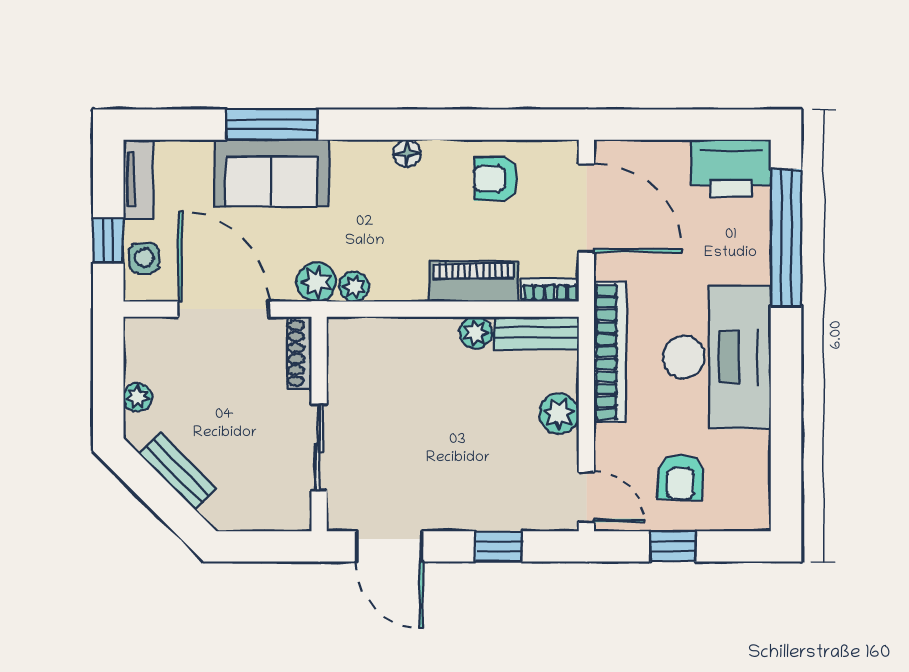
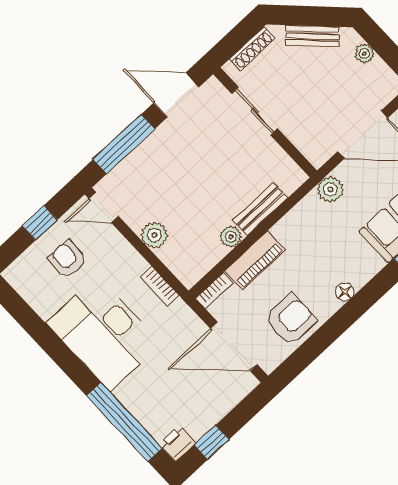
window: (710, 125) -> (212, 442), added
printer: (731, 168) -> (177, 443), width x0.53, depth x0.68
armchair: (496, 179) -> (291, 320), width x1.38, depth x1.38
plant: (354, 287) -> (310, 204), removed
bench: (537, 333) -> (260, 209), moved
bookcase: (610, 352) -> (160, 286), width x0.43, depth x0.76
shoe rack: (299, 353) -> (252, 49), moved, turned 90
window: (498, 546) -> (124, 144), width x2.17

